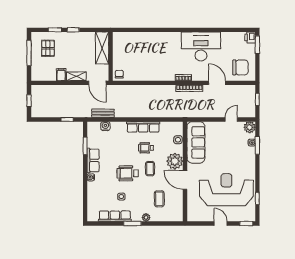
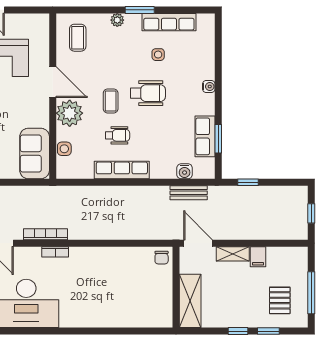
sofa: (196, 142) -> (35, 154), width x0.73
row of seats: (93, 160) -> (205, 136), moved
coffee table: (159, 199) -> (78, 38), moved

